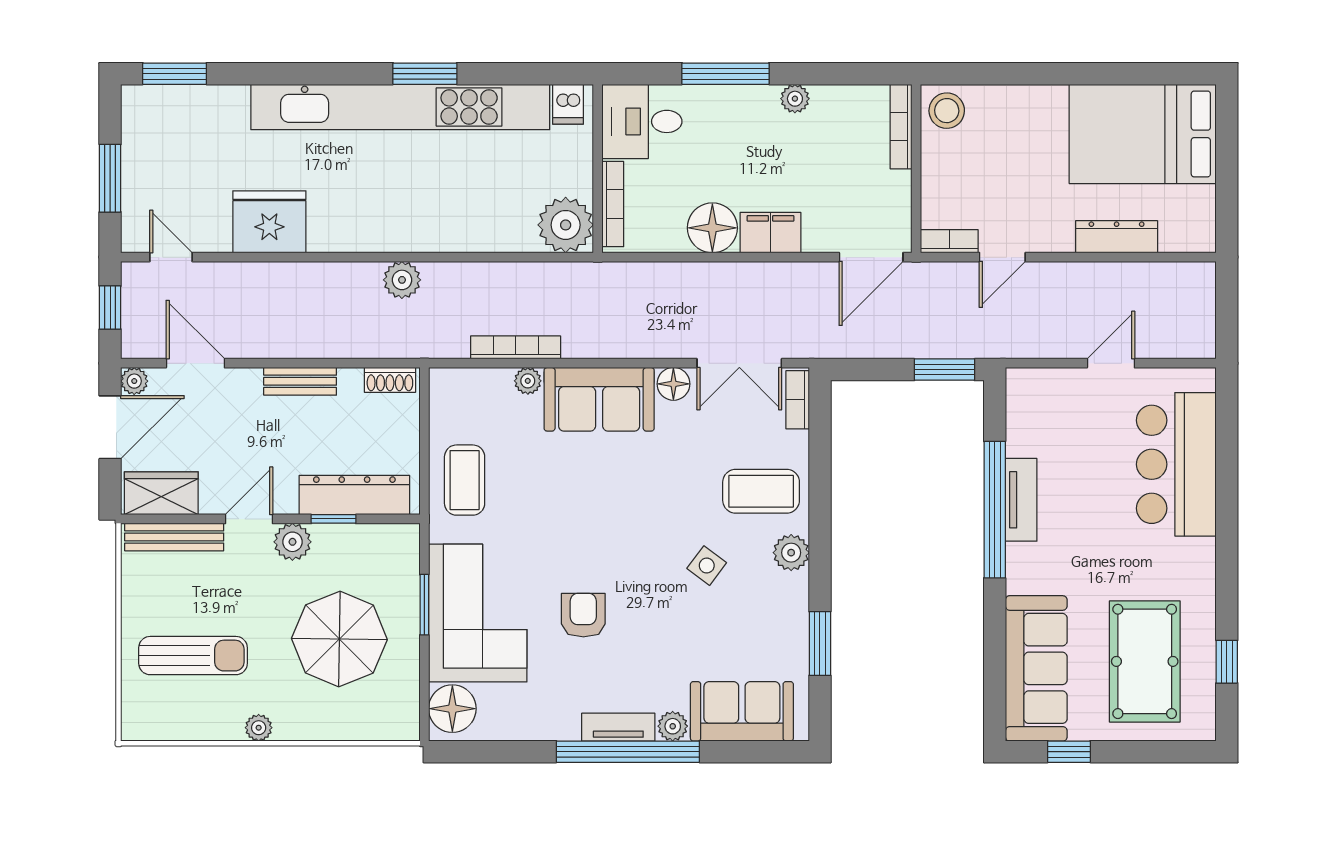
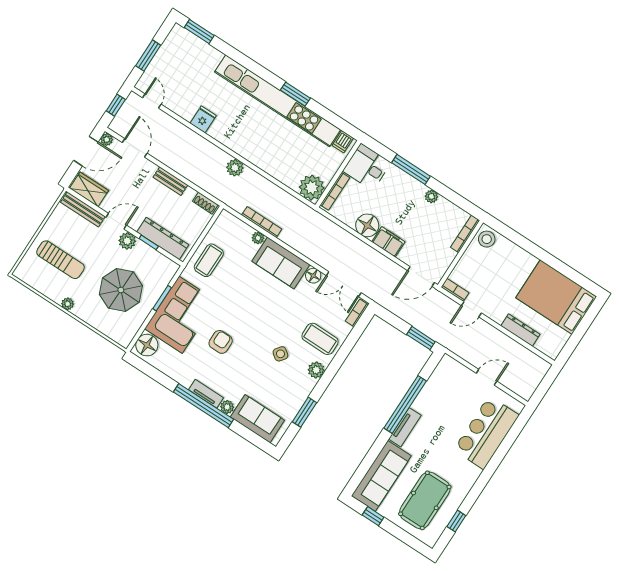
fridge: (269, 222) -> (203, 119), width x0.53, depth x0.75
tv unit: (1021, 500) -> (405, 427), moved

